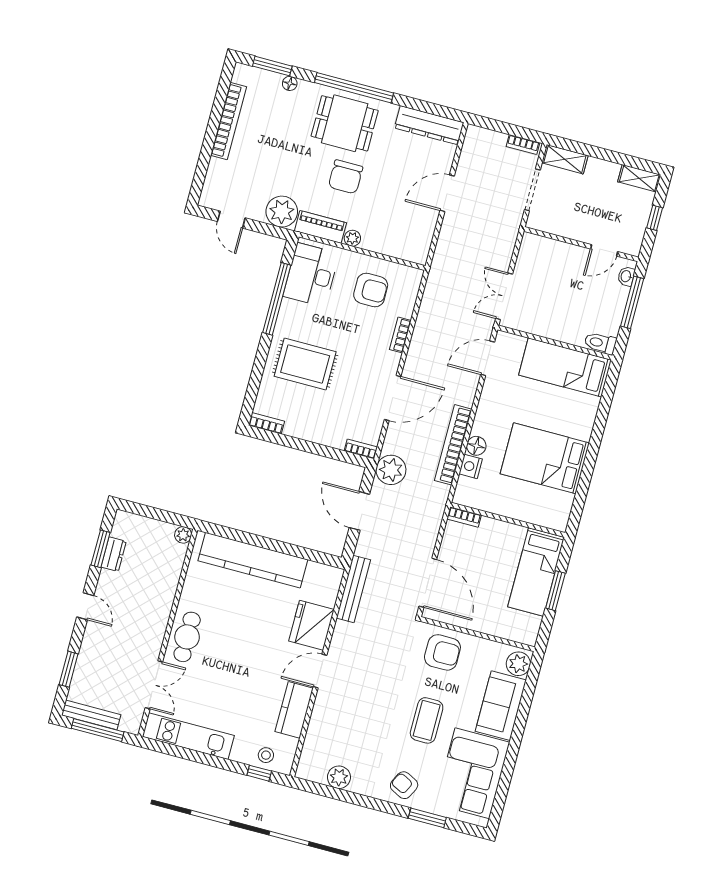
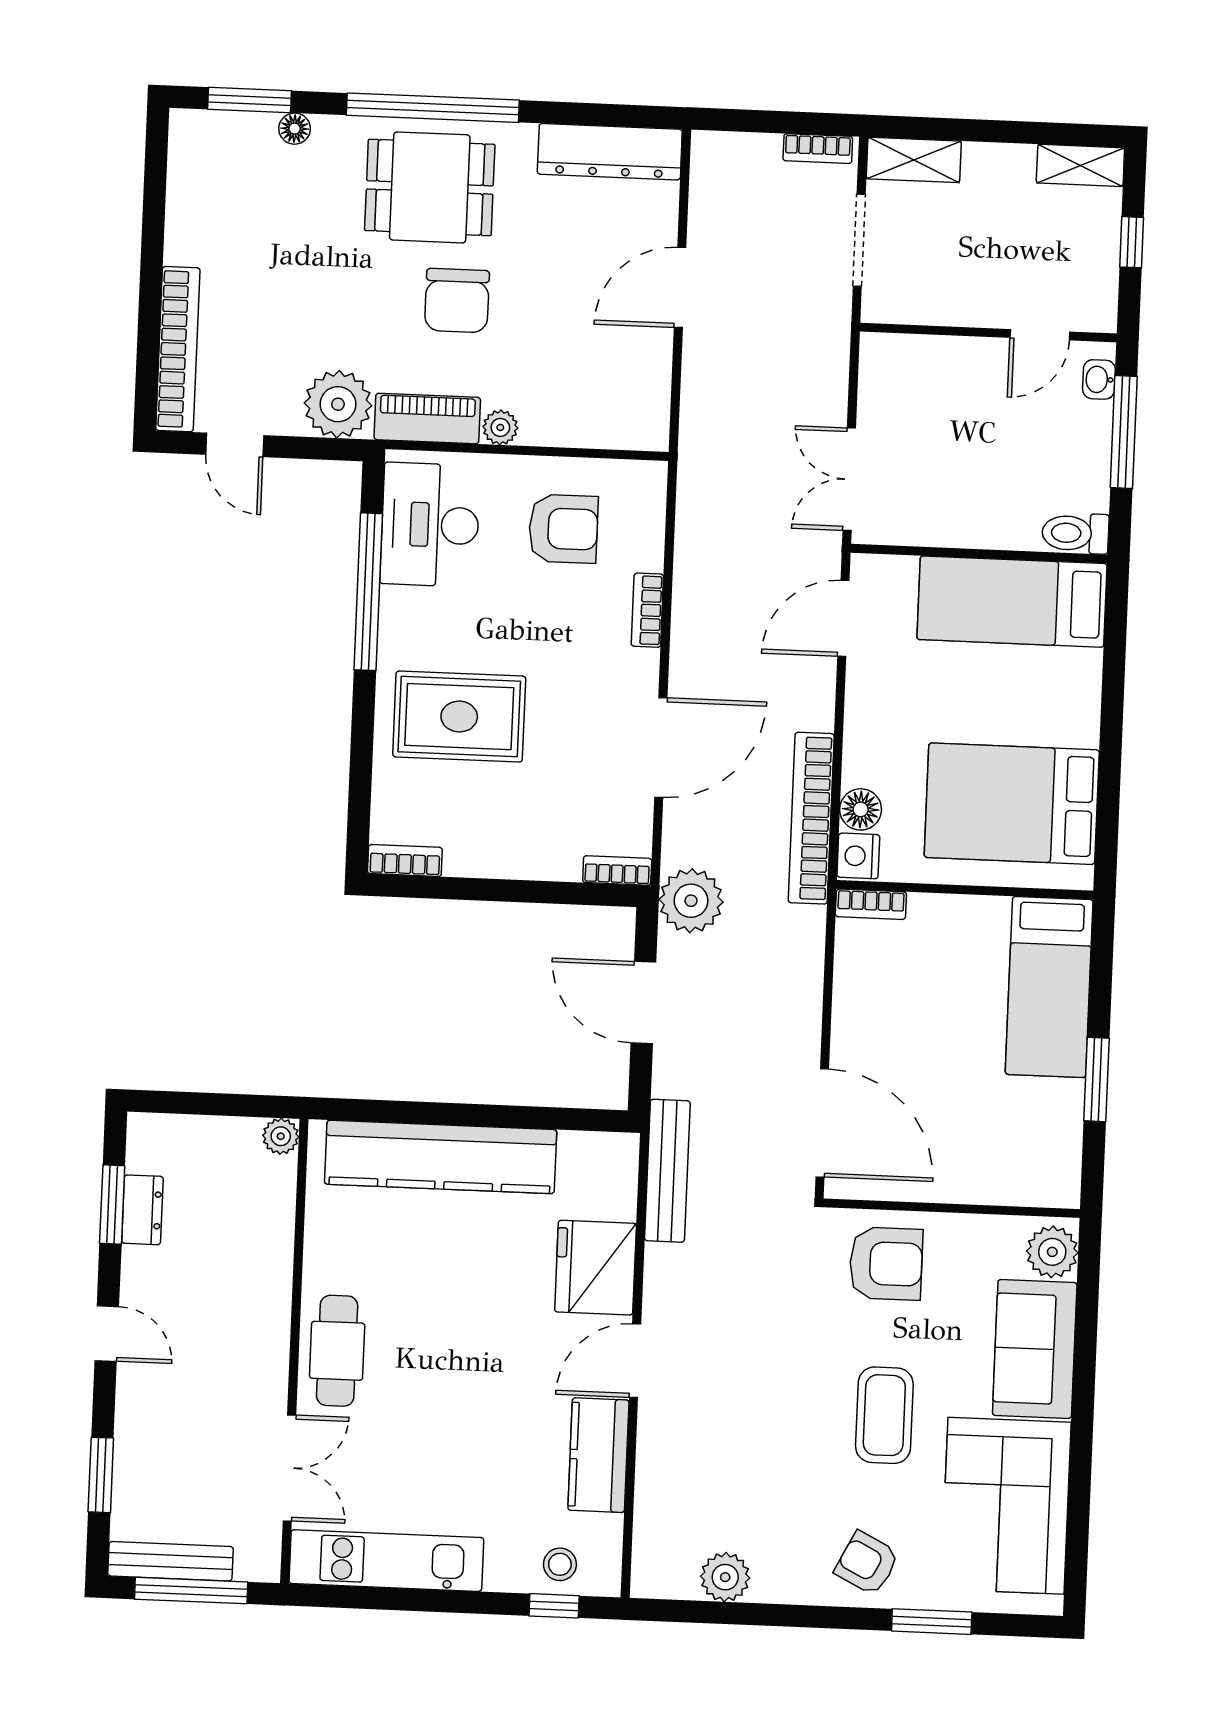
bookcase: (229, 121) -> (178, 349), moved
bookcase: (464, 517) -> (871, 904), moved
wall: (508, 520) -> (965, 890), moved
bed: (536, 572) -> (1049, 987), moved

